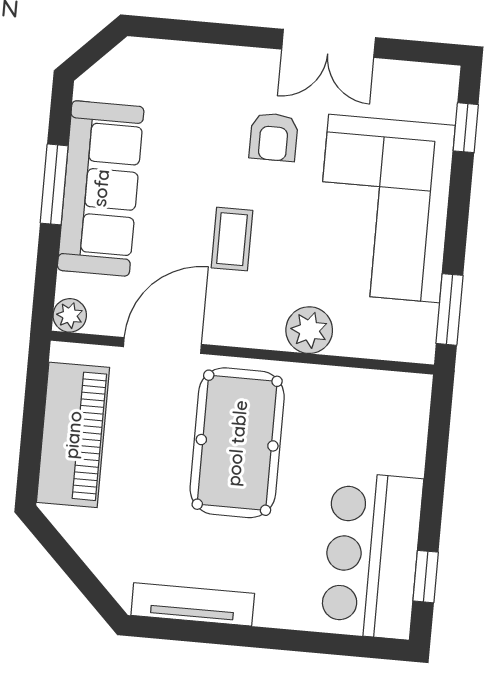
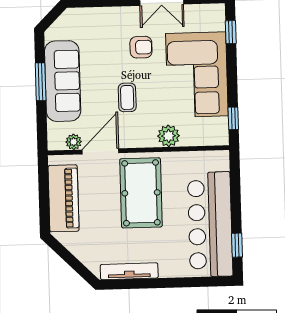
armchair: (274, 137) -> (141, 47), turned -90
window: (449, 309) -> (233, 118), width x0.67
plant: (70, 315) -> (74, 142), moved
bar counter: (372, 556) -> (210, 224), width x1.36

